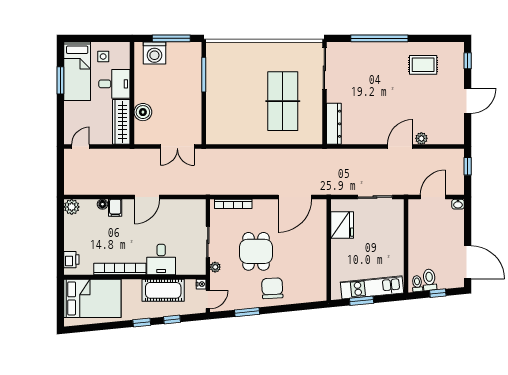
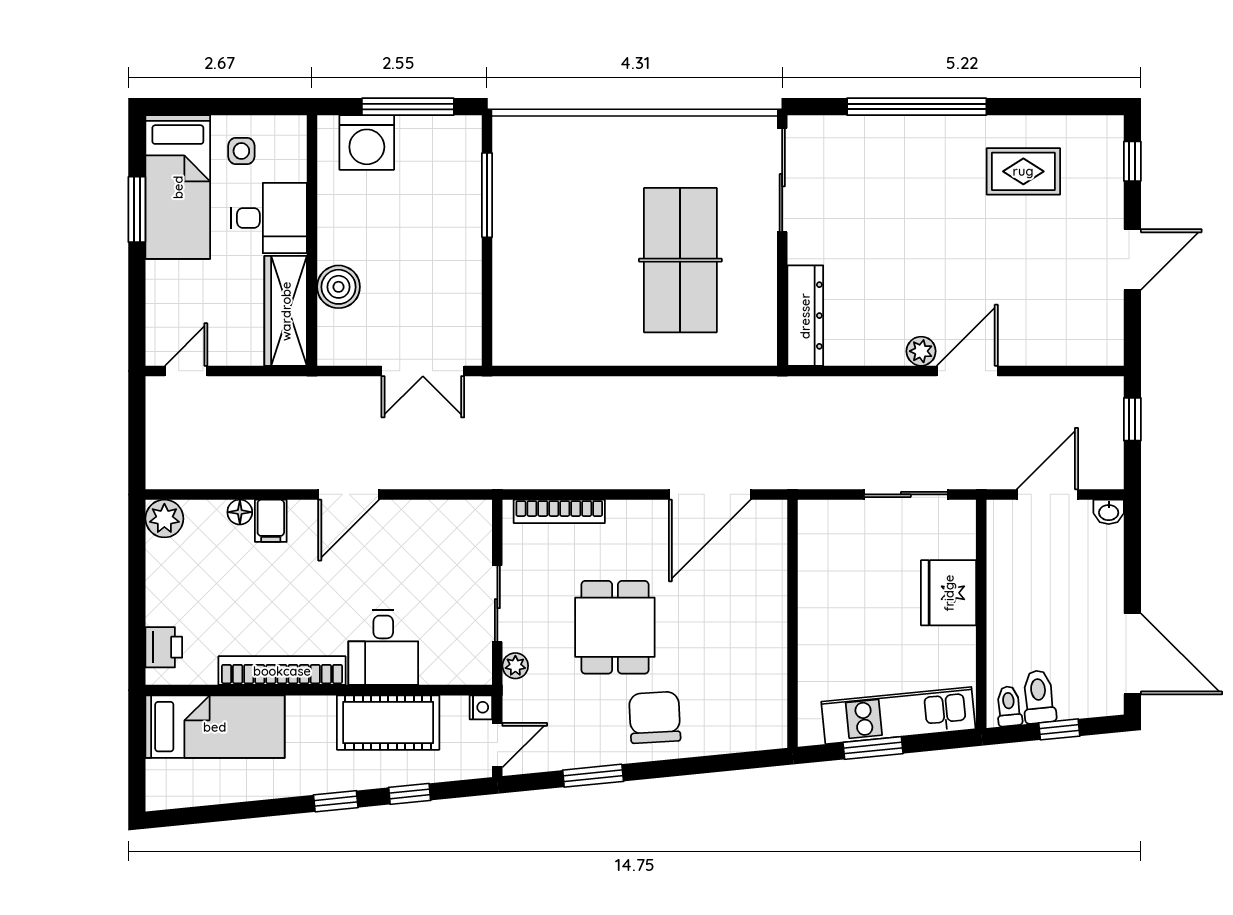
plant: (421, 138) -> (921, 351), moved
fridge: (342, 225) -> (949, 593), moved, turned 180
bed: (92, 298) -> (215, 727), width x0.67

